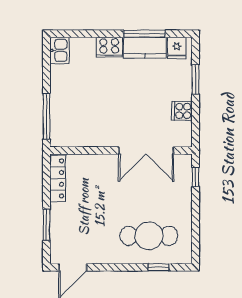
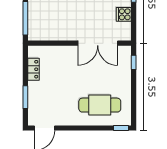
locker: (58, 178) -> (33, 69), width x0.66
window: (158, 267) -> (121, 128), moved

